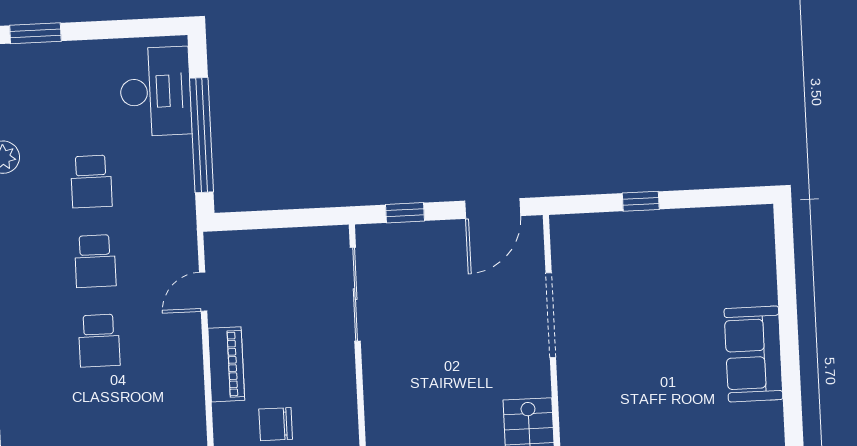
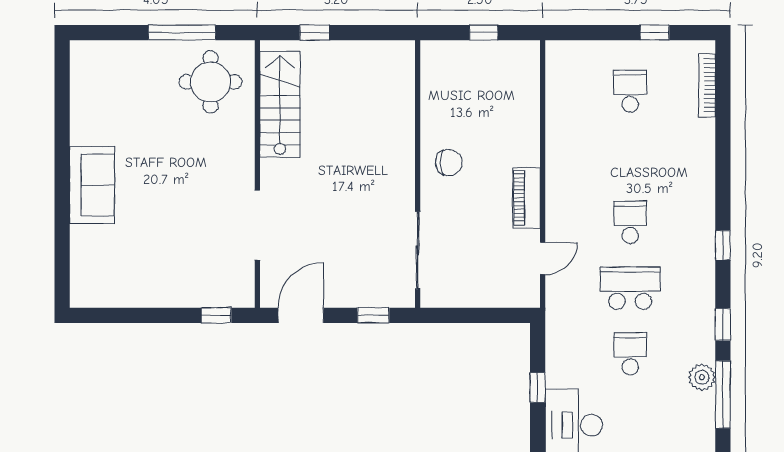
window: (201, 135) -> (538, 387), width x0.32
window: (641, 201) -> (216, 315), moved
school desk: (95, 261) -> (630, 288), width x1.85
chair: (276, 424) -> (449, 163), moved

